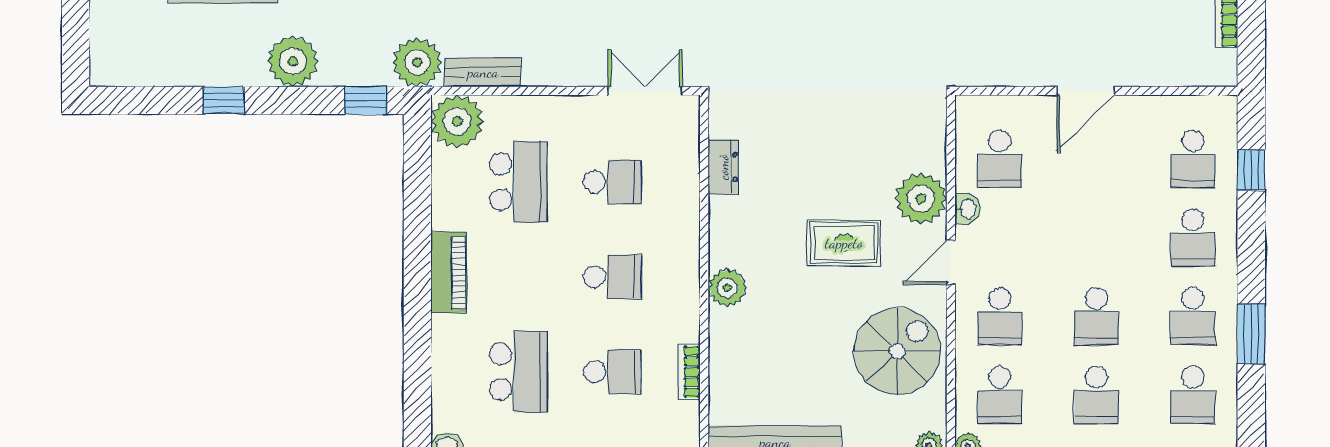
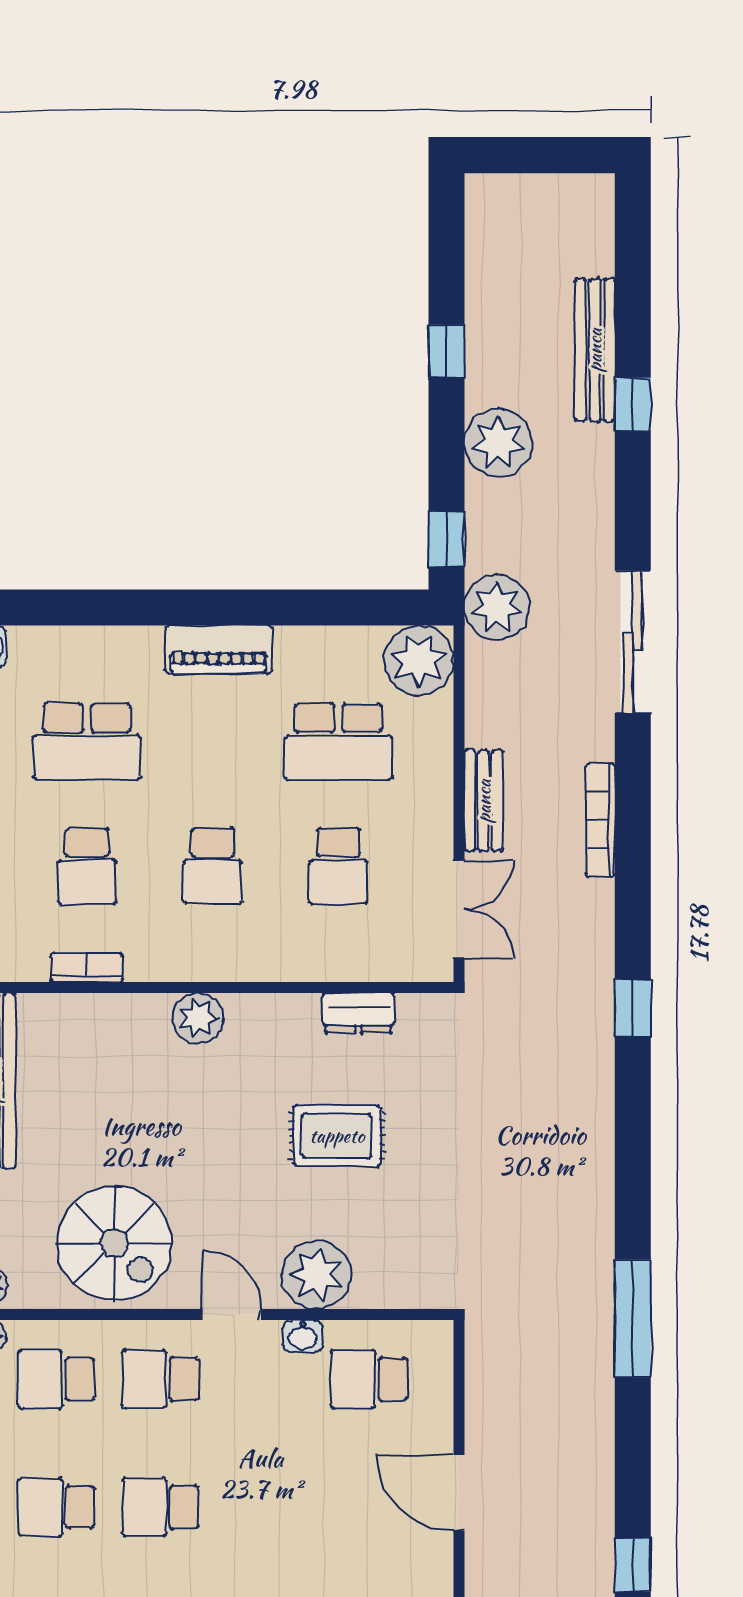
bench: (483, 72) -> (484, 801), moved
rug: (844, 243) -> (337, 1136), moved, turned 90

